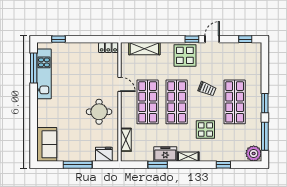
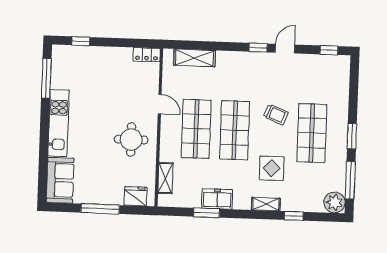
display table: (185, 55) -> (248, 69), removed
kitchen unit: (44, 74) -> (58, 123), moved
shelving: (188, 157) -> (266, 204), moved

